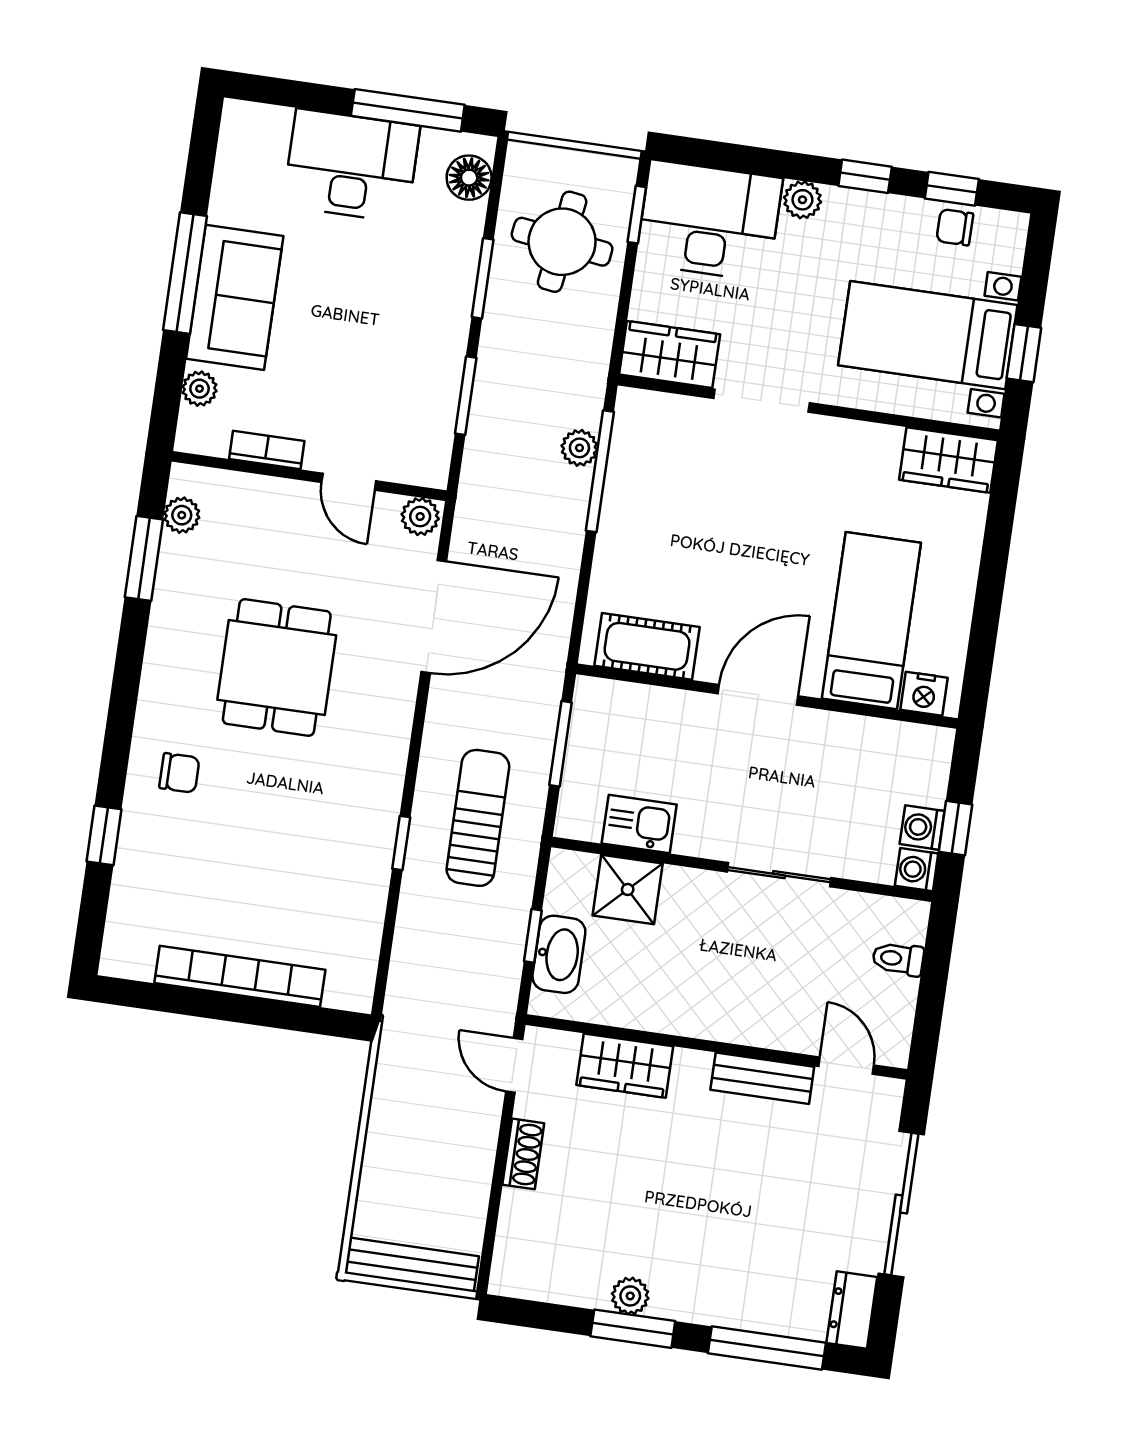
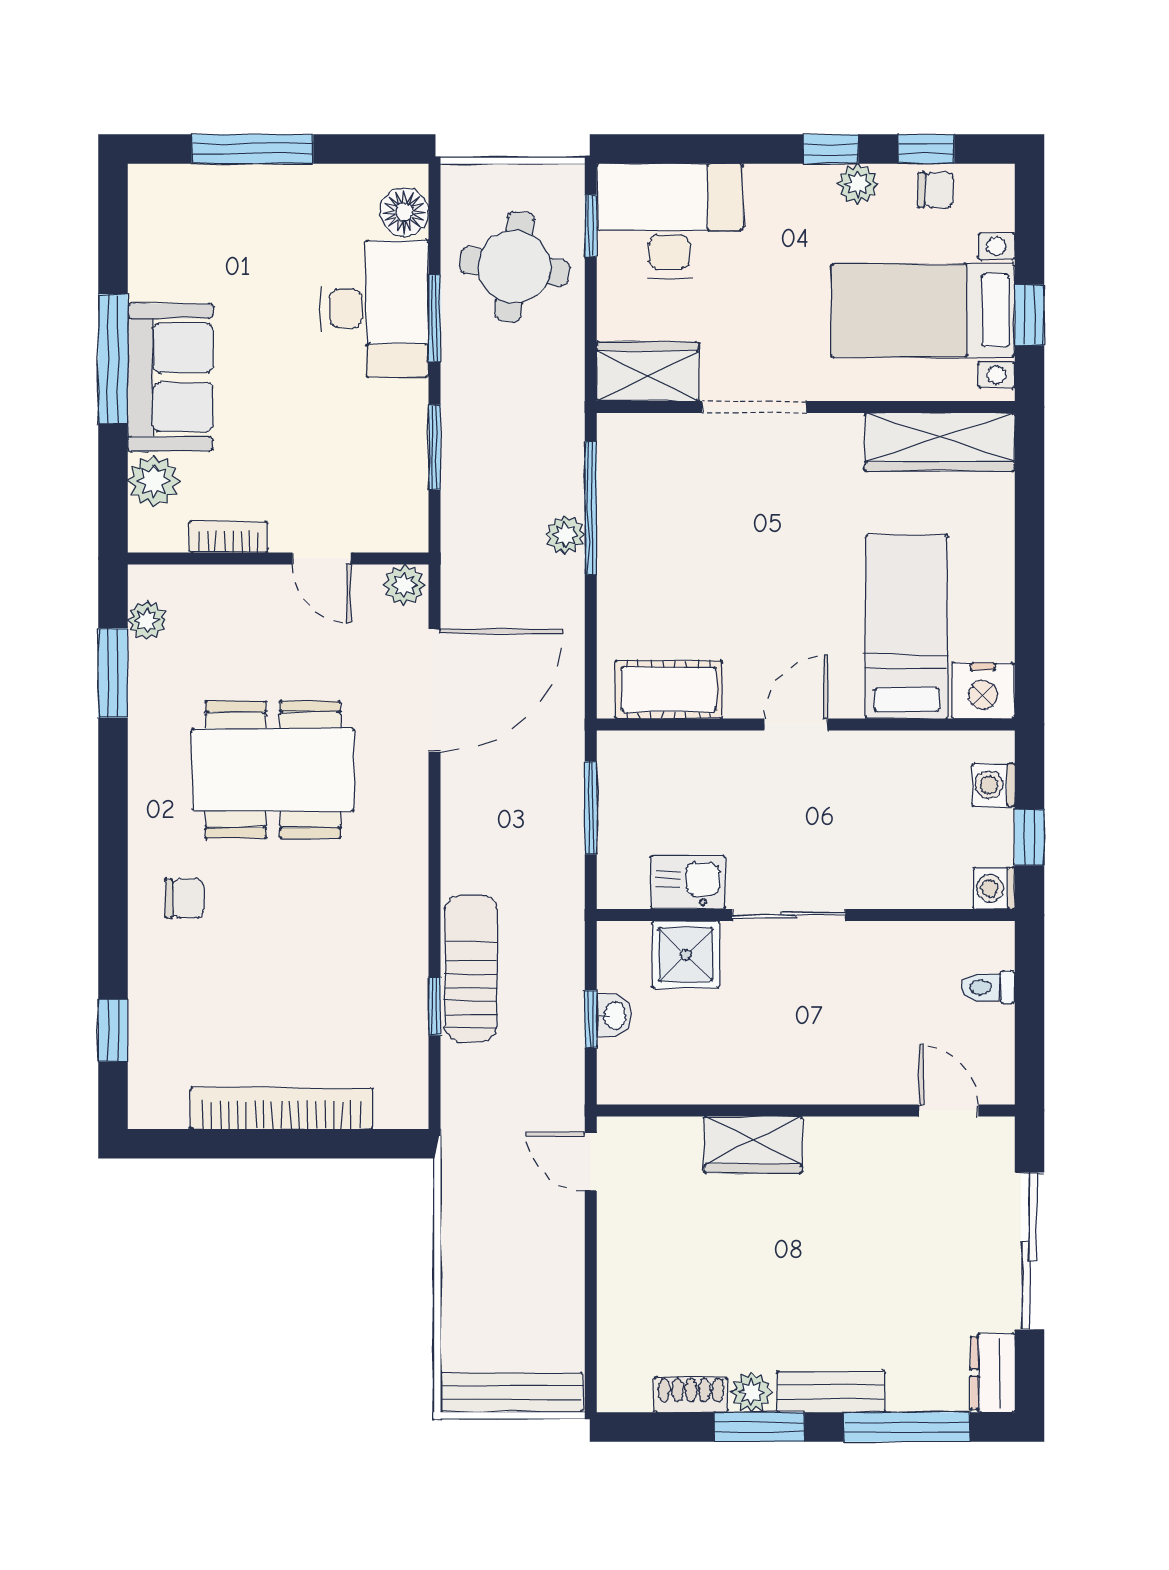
window: (408, 110) -> (252, 149), moved
desk: (351, 166) -> (375, 309), moved, turned 90
plant: (802, 200) -> (858, 184), moved
chair: (955, 227) -> (935, 190), turned 180
plant: (200, 389) -> (154, 481), width x1.38, depth x1.38
plant: (579, 448) -> (565, 535), moved
wardrobe: (948, 460) -> (940, 442), width x1.50
dining table: (277, 667) -> (273, 770), width x1.38
nightstand: (924, 694) -> (983, 691), width x1.36, depth x1.33
door: (758, 695) -> (796, 725), width x0.73
sun lounger: (478, 818) -> (471, 968), moved
washing machine: (922, 828) -> (993, 785), moved
window: (104, 835) -> (113, 1030), moved
window: (401, 843) -> (434, 1006), moved
sliding door: (779, 875) -> (789, 915), moved
washbasin: (559, 954) -> (614, 1015), width x0.52, depth x0.69
wardrobe: (625, 1066) -> (753, 1145), moved
bench: (762, 1078) -> (831, 1392), moved
shoe rack: (523, 1154) -> (691, 1395), moved, turned -90

